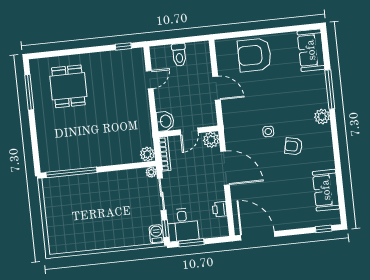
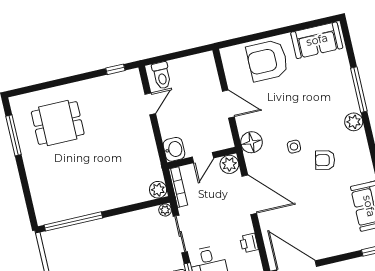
sofa: (311, 50) -> (317, 40), moved, turned -90
toilet: (179, 55) -> (162, 75), moved
dining table: (68, 86) -> (58, 123), turned 90
floor lamp: (232, 123) -> (251, 142), added

